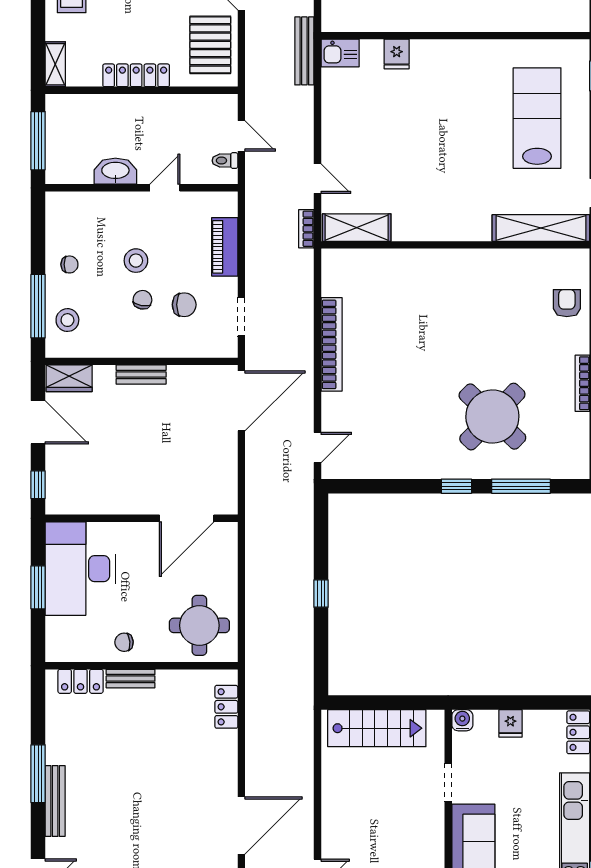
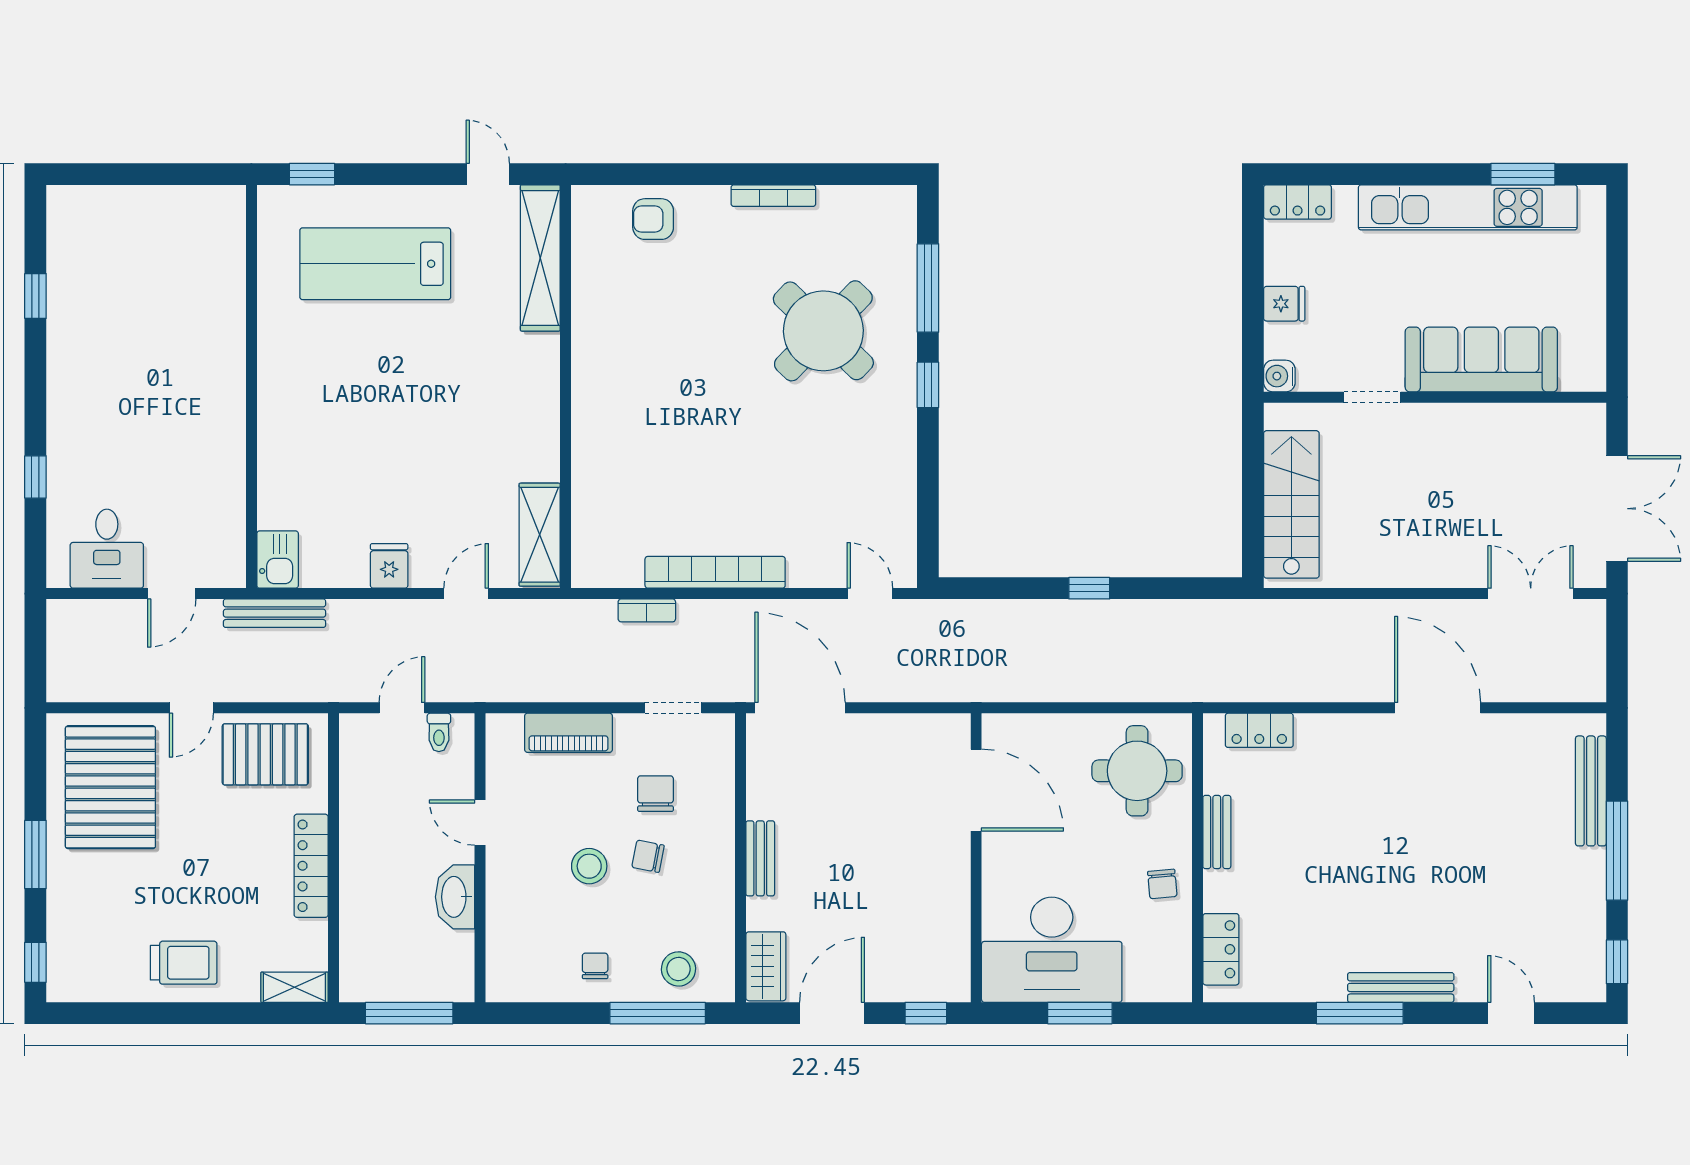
fridge: (397, 54) -> (389, 566), moved, turned -90
bookcase: (306, 229) -> (647, 610), moved
bench: (131, 679) -> (1217, 832), moved

